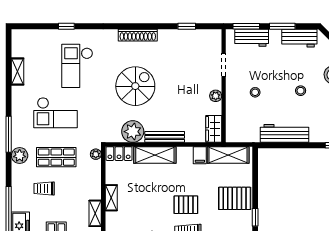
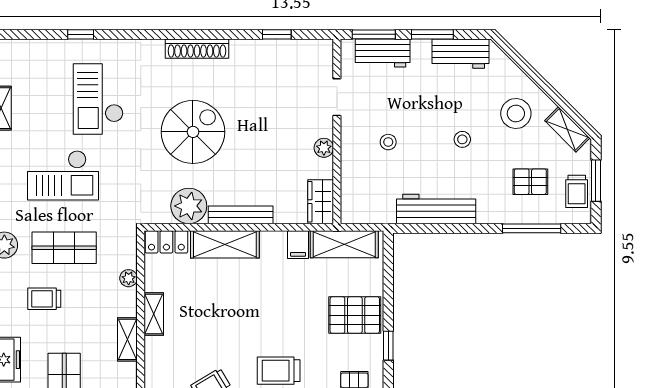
plant: (96, 154) -> (129, 278), moved
pallet: (186, 205) -> (275, 325), removed

